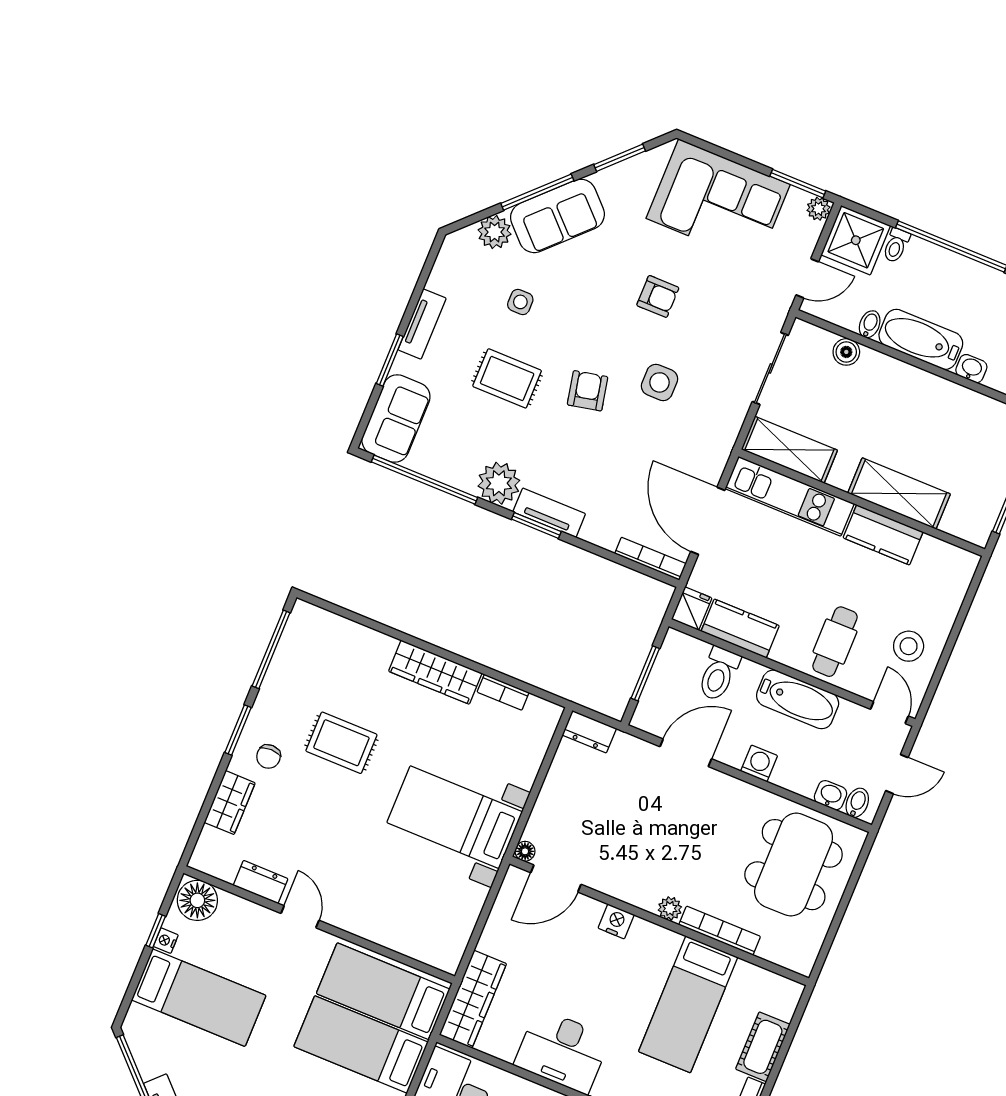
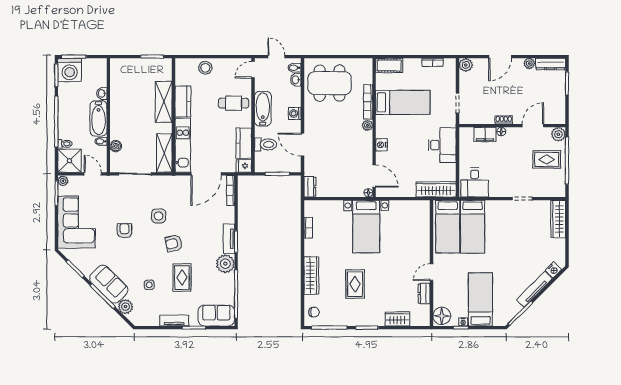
stool: (909, 646) -> (205, 68), moved
wardrobe: (435, 672) -> (311, 276), moved
chair: (268, 757) -> (314, 312), moved
cot: (763, 1047) -> (389, 65), moved

